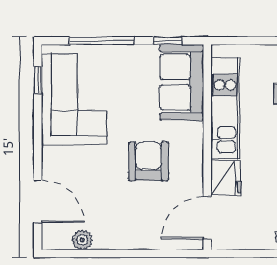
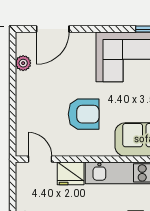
door: (207, 218) -> (40, 159), width x0.73

